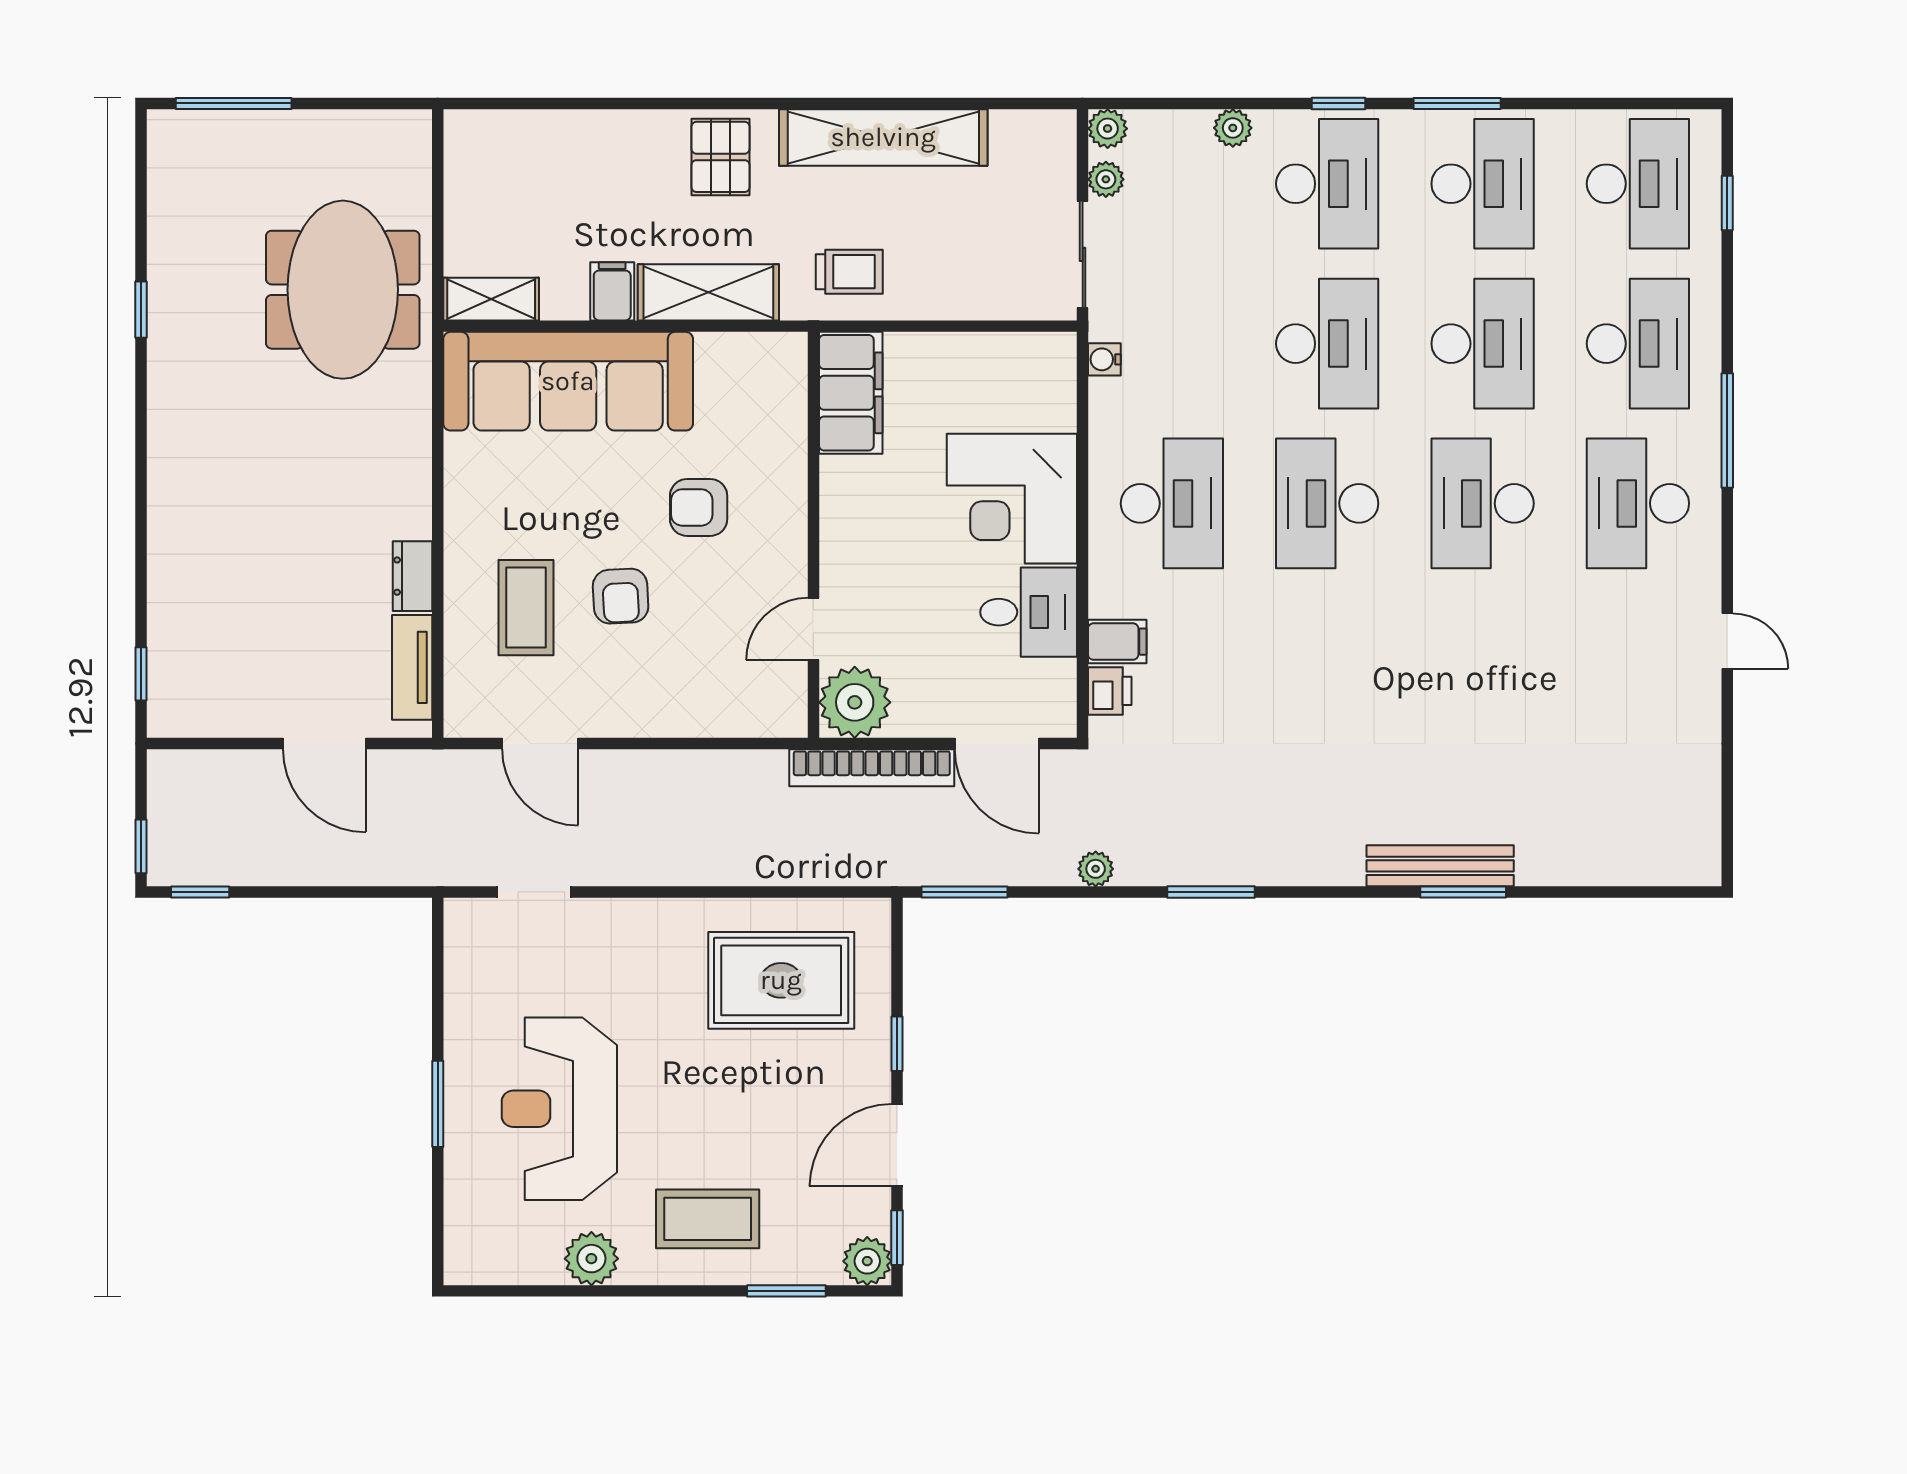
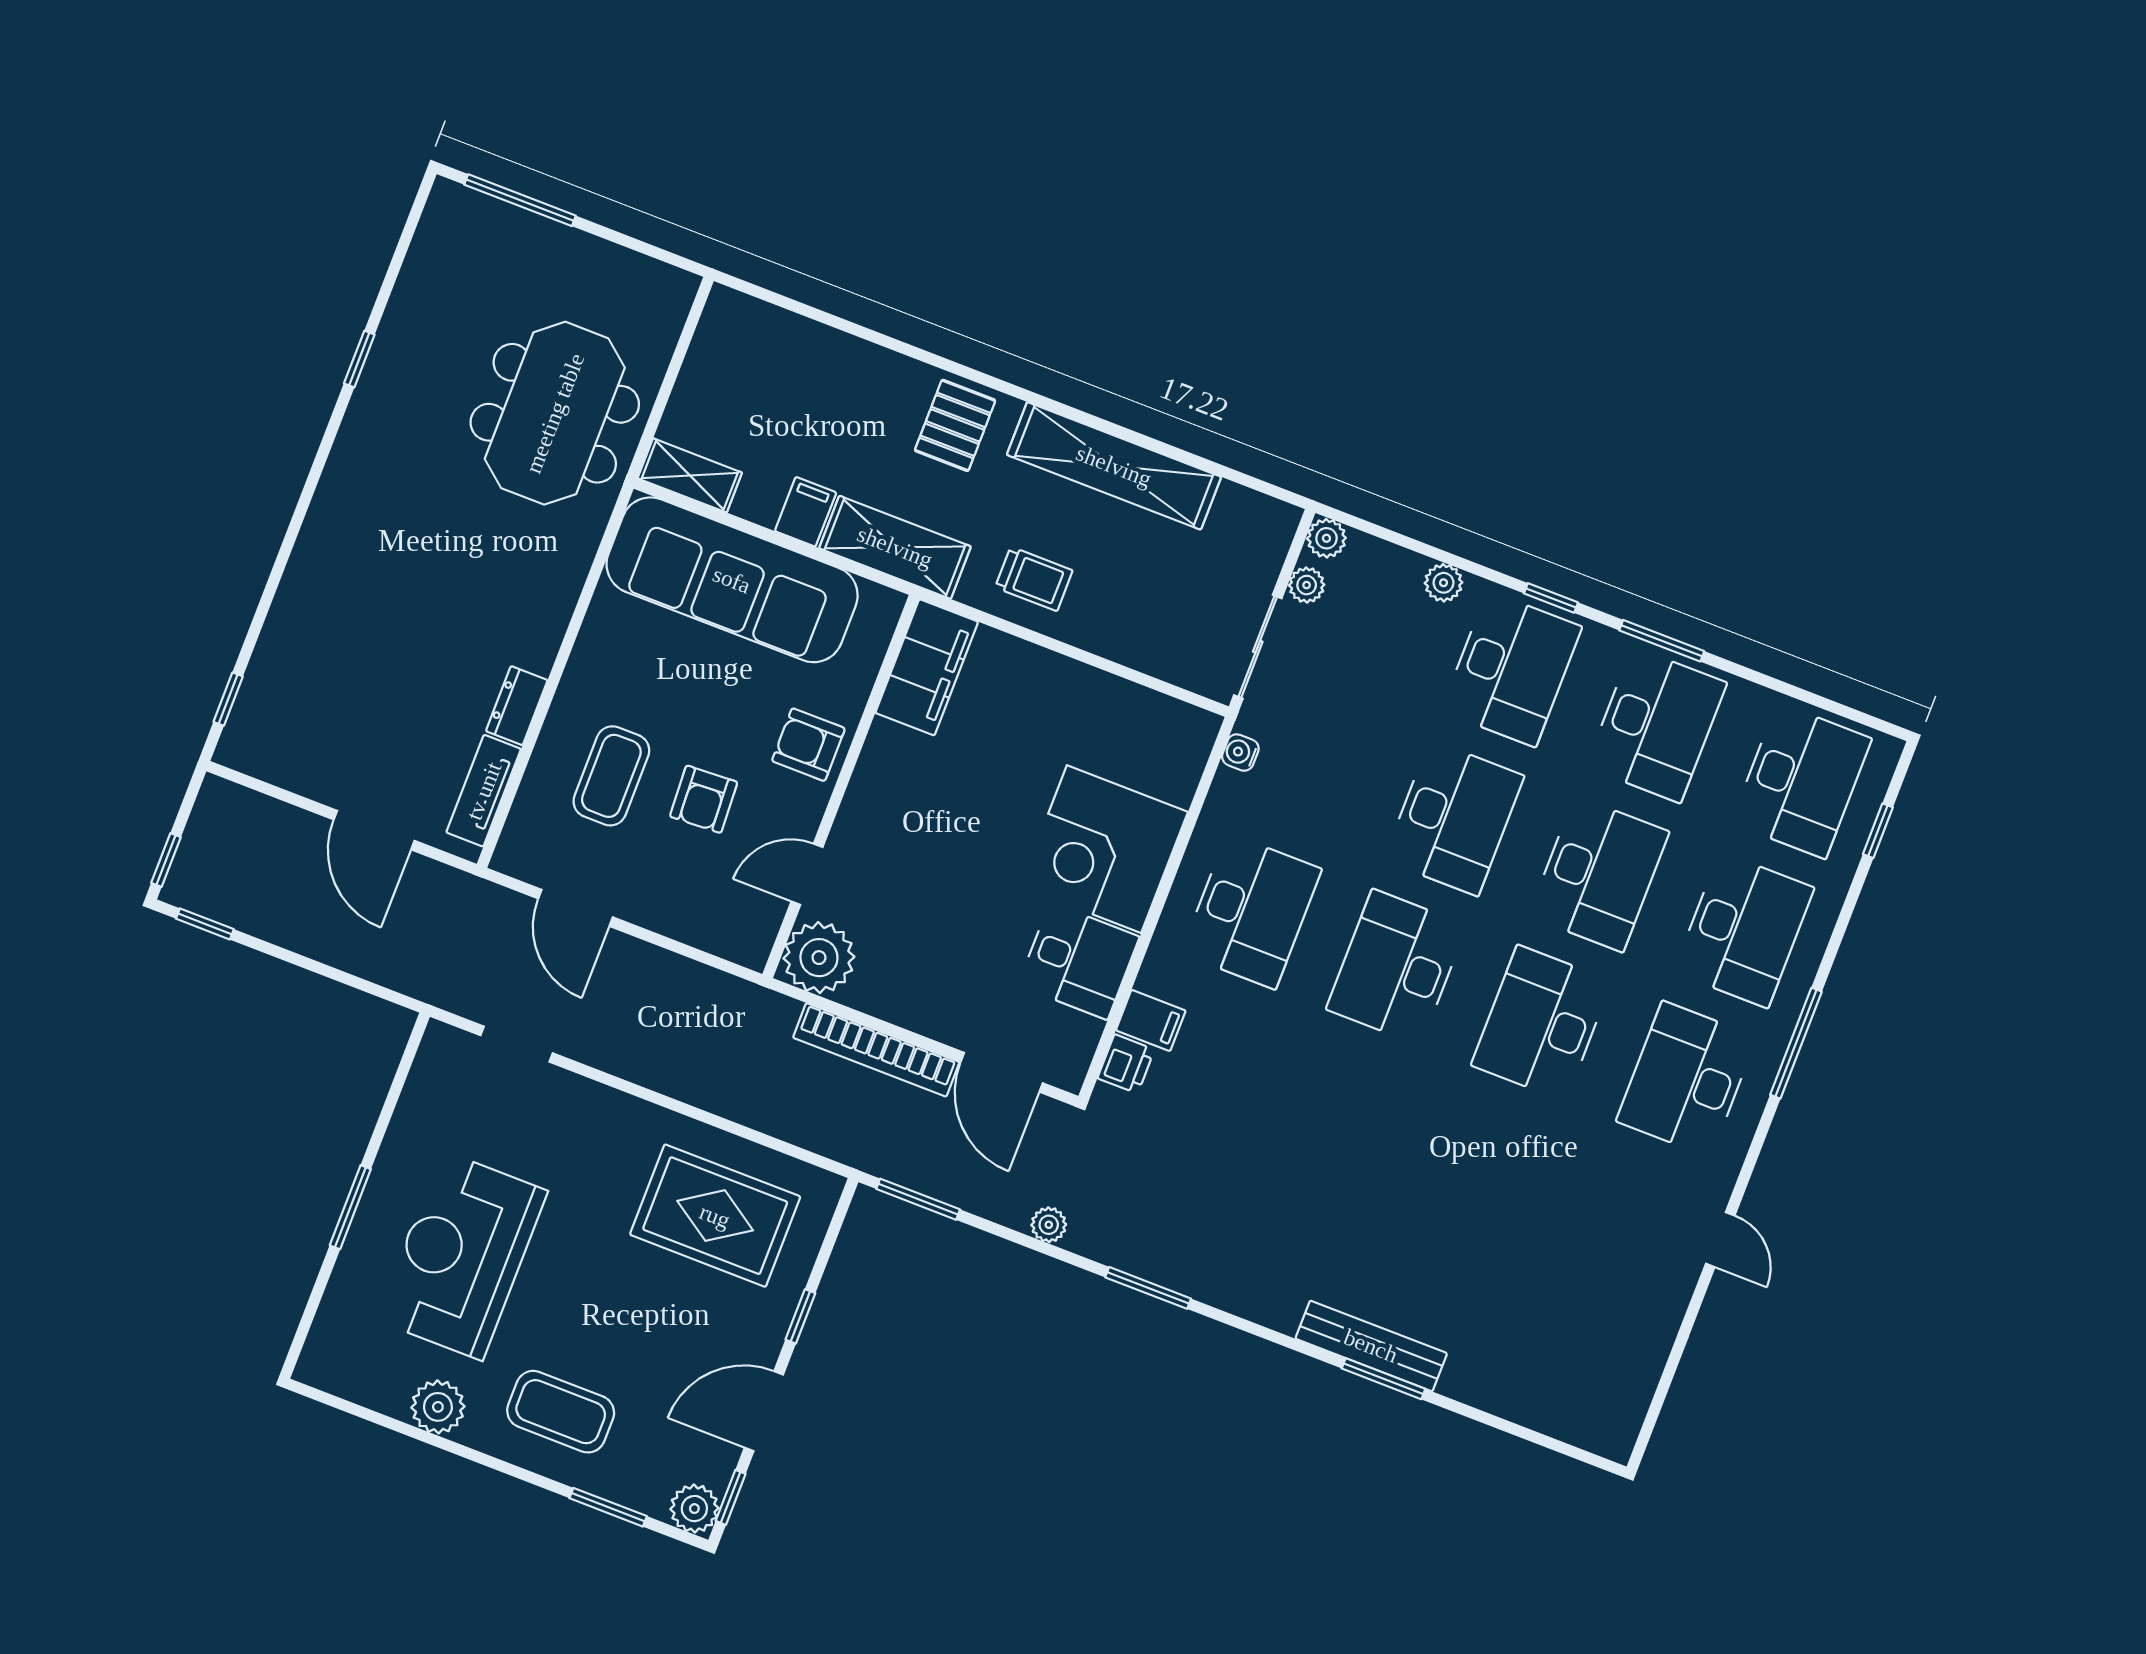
filing cabinet: (851, 393) -> (927, 667), moved
wall: (813, 535) -> (841, 786), moved
door: (813, 629) -> (807, 874), moved
plant: (855, 702) -> (819, 958), moved

